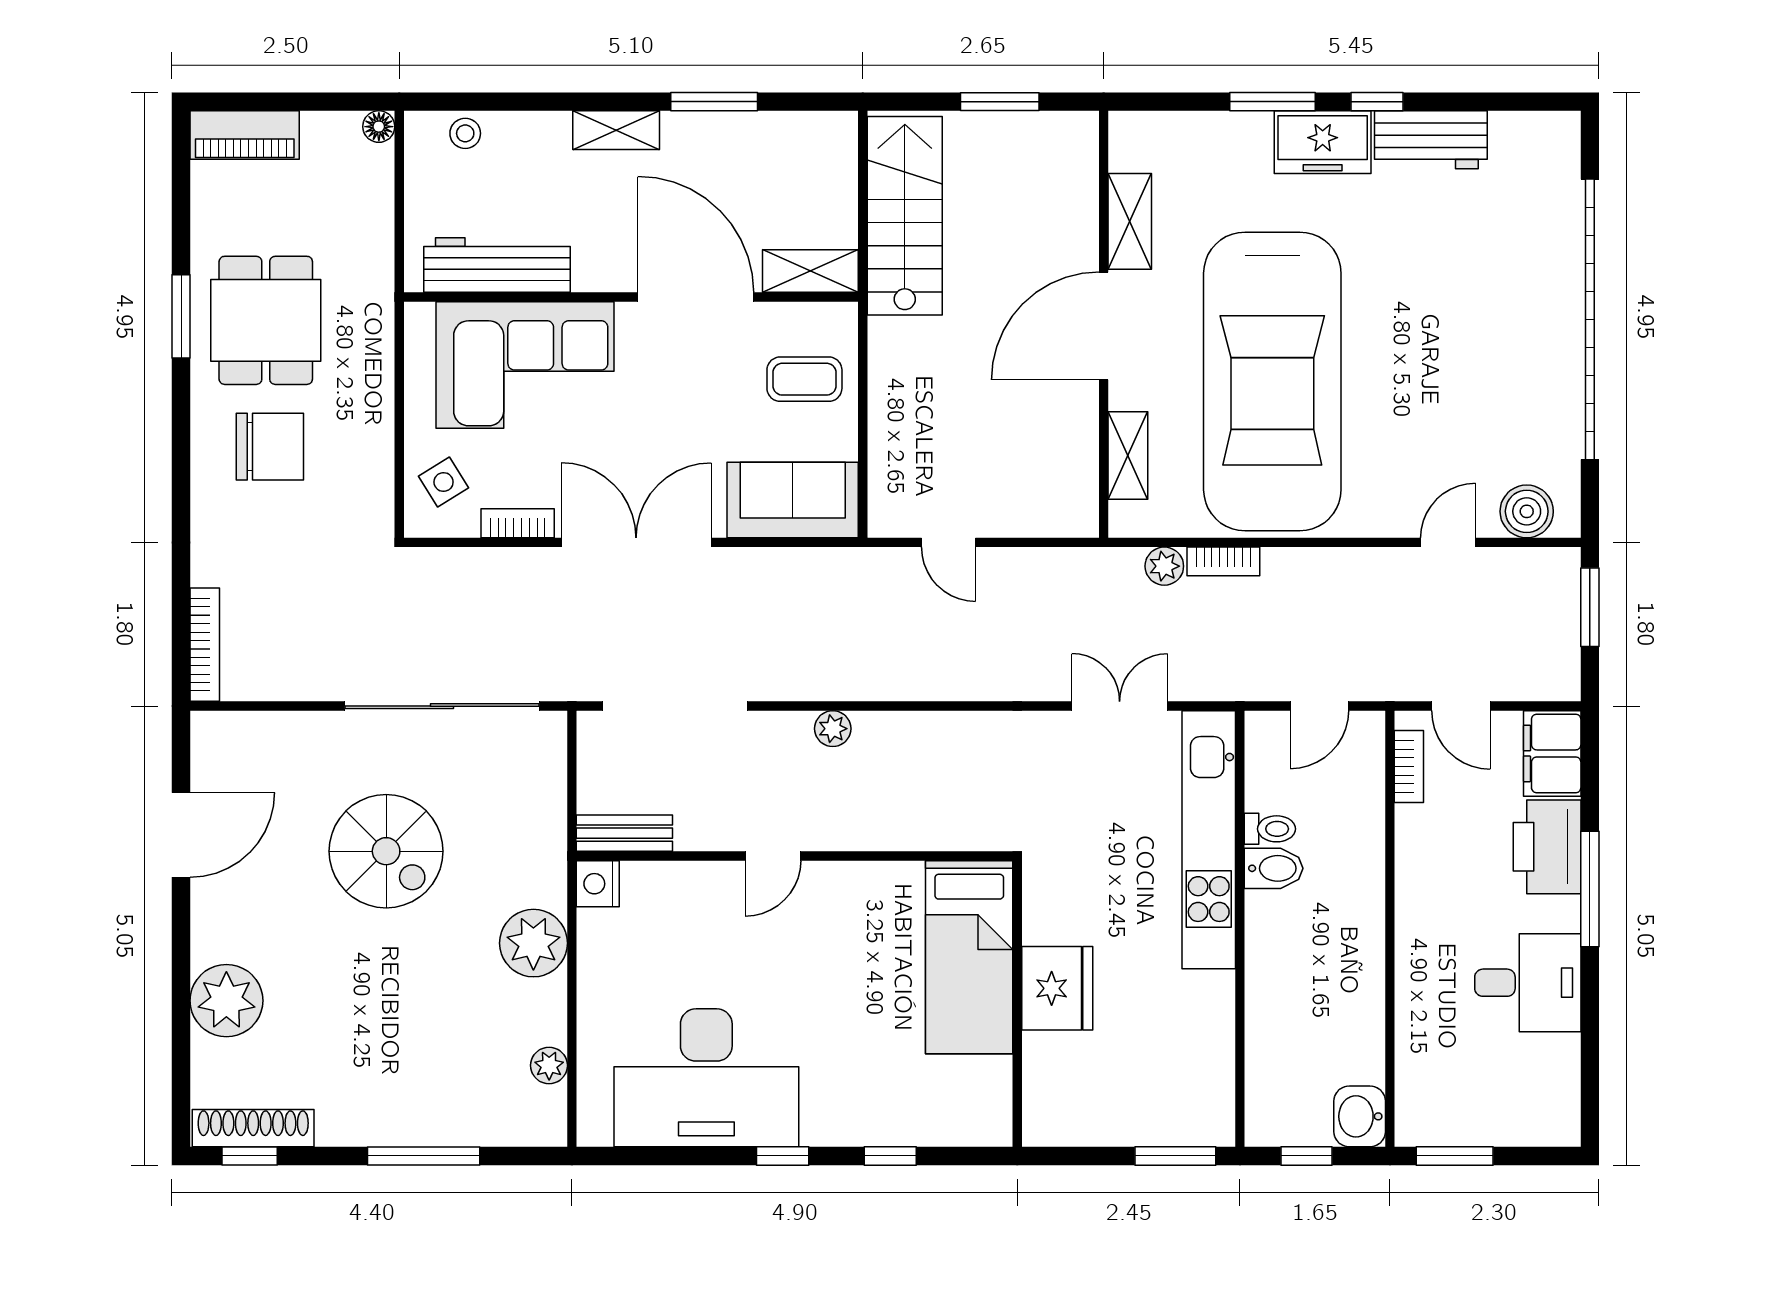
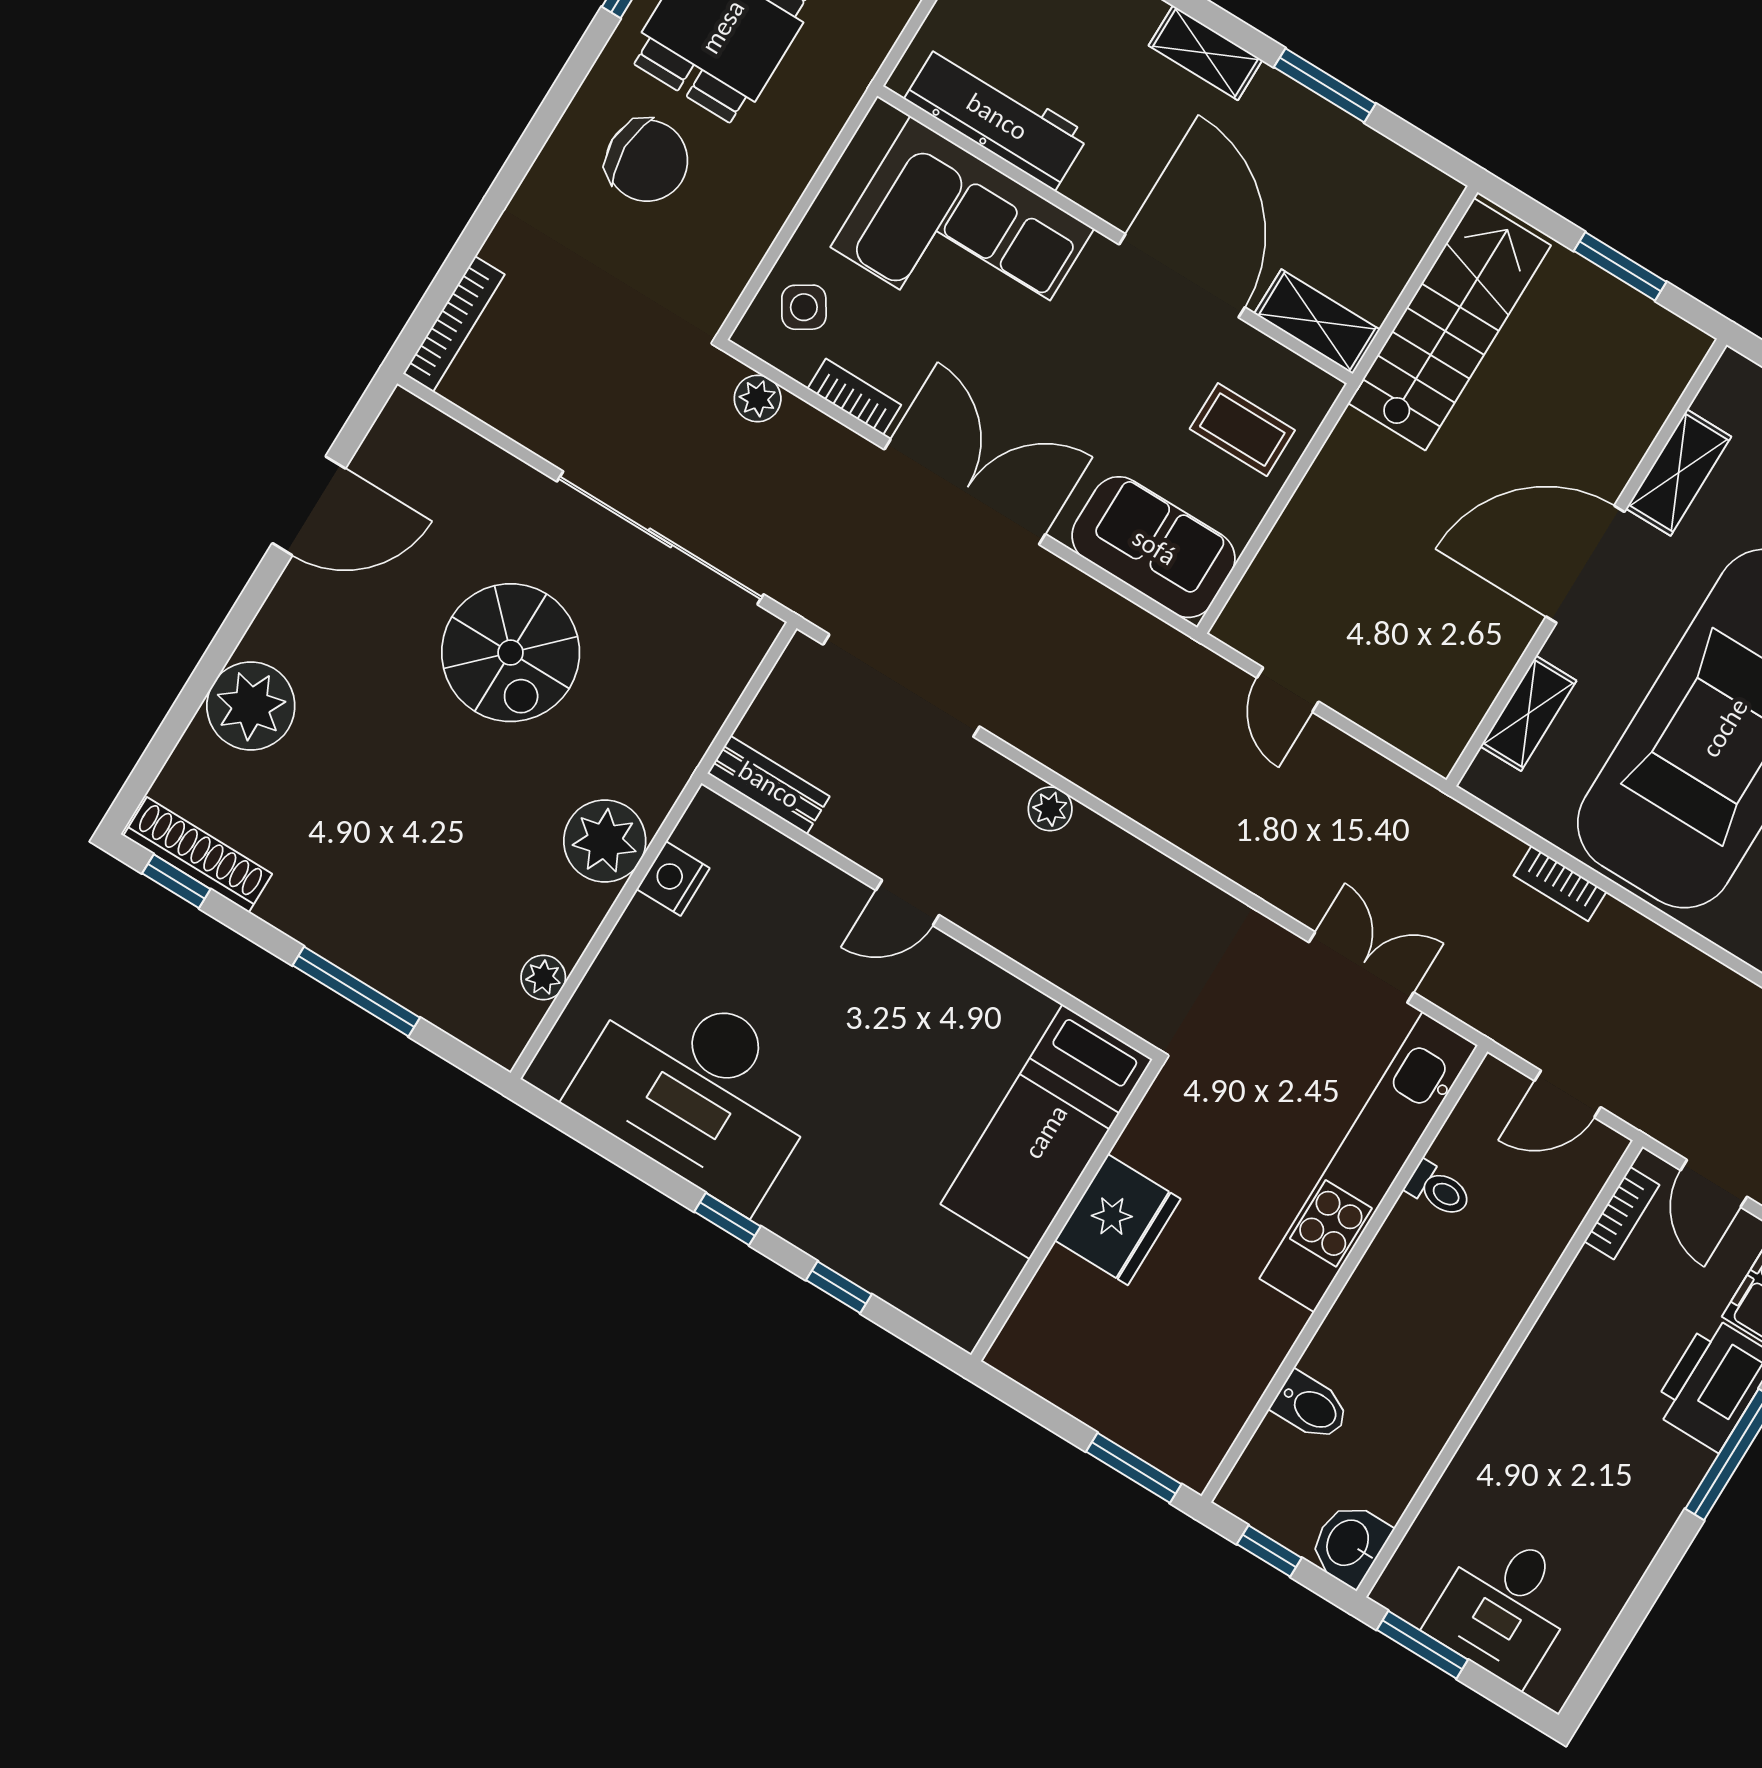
plant: (1164, 566) -> (758, 399), moved
bidet: (1274, 868) -> (1311, 1407), moved
nightstand: (598, 884) -> (673, 879), moved
desk: (1528, 983) -> (1504, 1607), moved, turned 90

